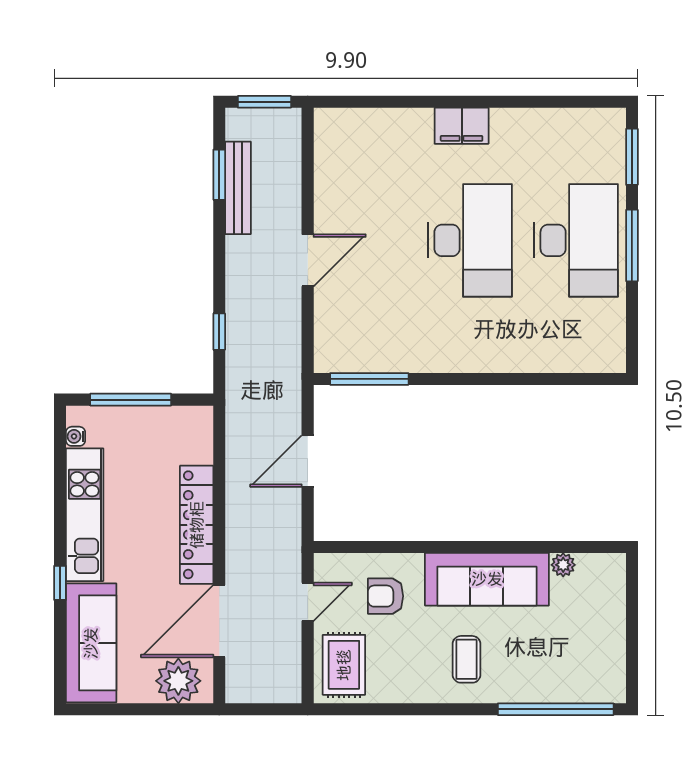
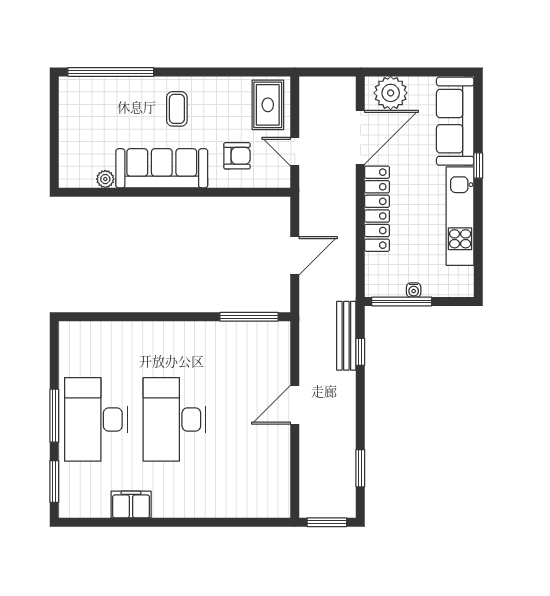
filing cabinet: (462, 126) -> (131, 505), moved
bench: (238, 188) -> (346, 336), moved
window: (131, 400) -> (402, 301), moved
water cooler: (76, 436) -> (414, 290), moved, turned 90
door: (308, 602) -> (295, 152), hinge flipped

